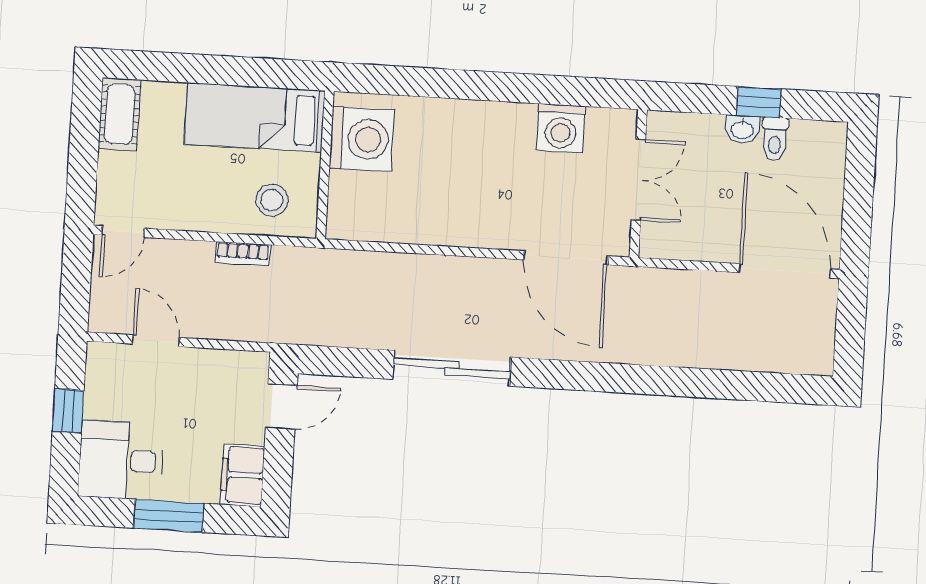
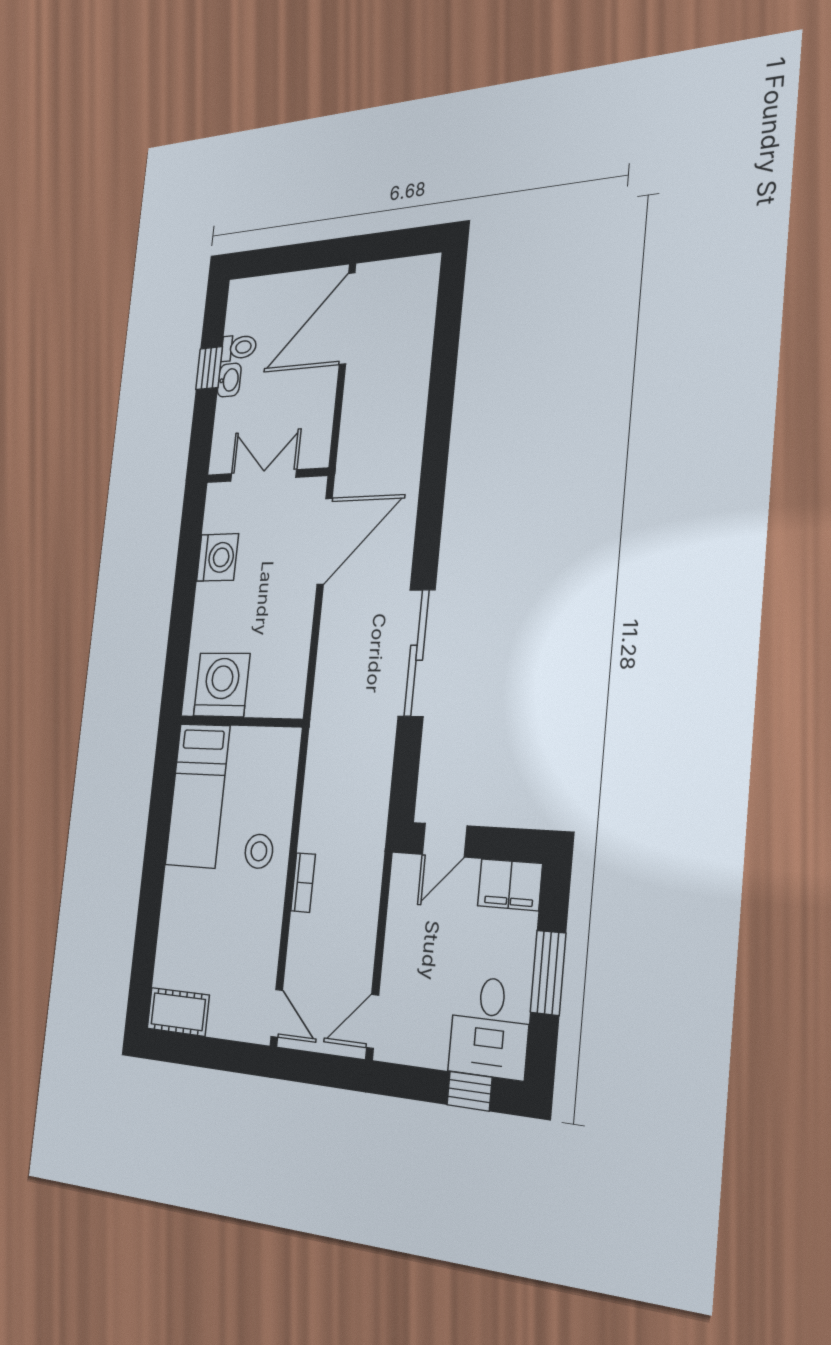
bed: (255, 117) -> (198, 795), moved
washing machine: (362, 139) -> (222, 685), moved
wall: (325, 165) -> (241, 721), moved
door: (156, 341) -> (373, 1021), moved
door: (281, 407) -> (444, 840), swing flipped
window: (68, 411) -> (470, 1091), moved

